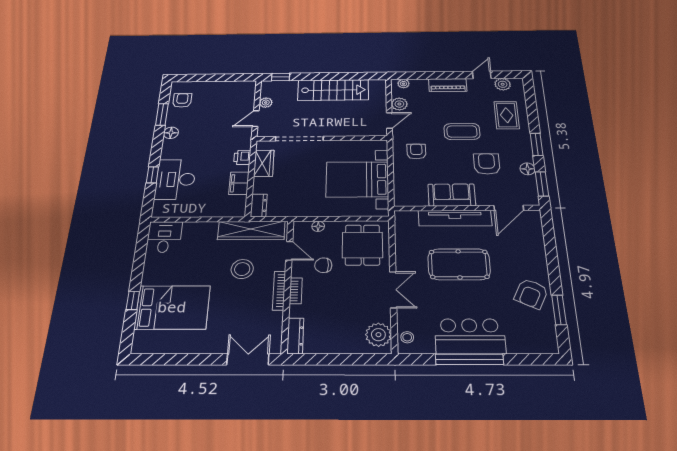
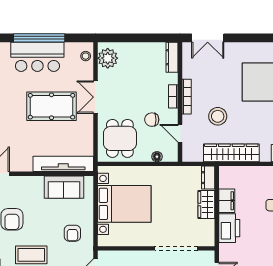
printer: (242, 157) -> (229, 228), width x1.87, depth x1.48
wardrobe: (264, 163) -> (206, 204), moved
sofa: (452, 195) -> (64, 187), moved
tv unit: (455, 218) -> (63, 164), moved
wardrobe: (251, 231) -> (231, 153), moved
pool table: (459, 264) -> (51, 106), moved
chair: (323, 265) -> (152, 120), turned 180

